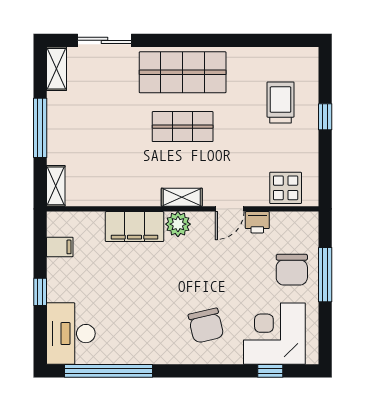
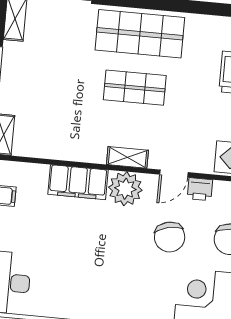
plant: (178, 224) -> (125, 189), width x1.36, depth x1.36
chair: (206, 326) -> (170, 237), moved

